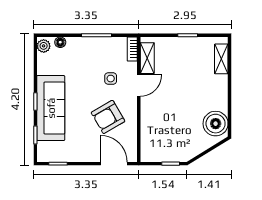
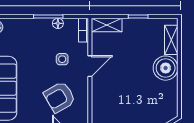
floor lamp: (60, 42) -> (58, 23), moved
shelving: (147, 58) -> (107, 25), moved, turned 90
boiler: (216, 124) -> (166, 68), moved

